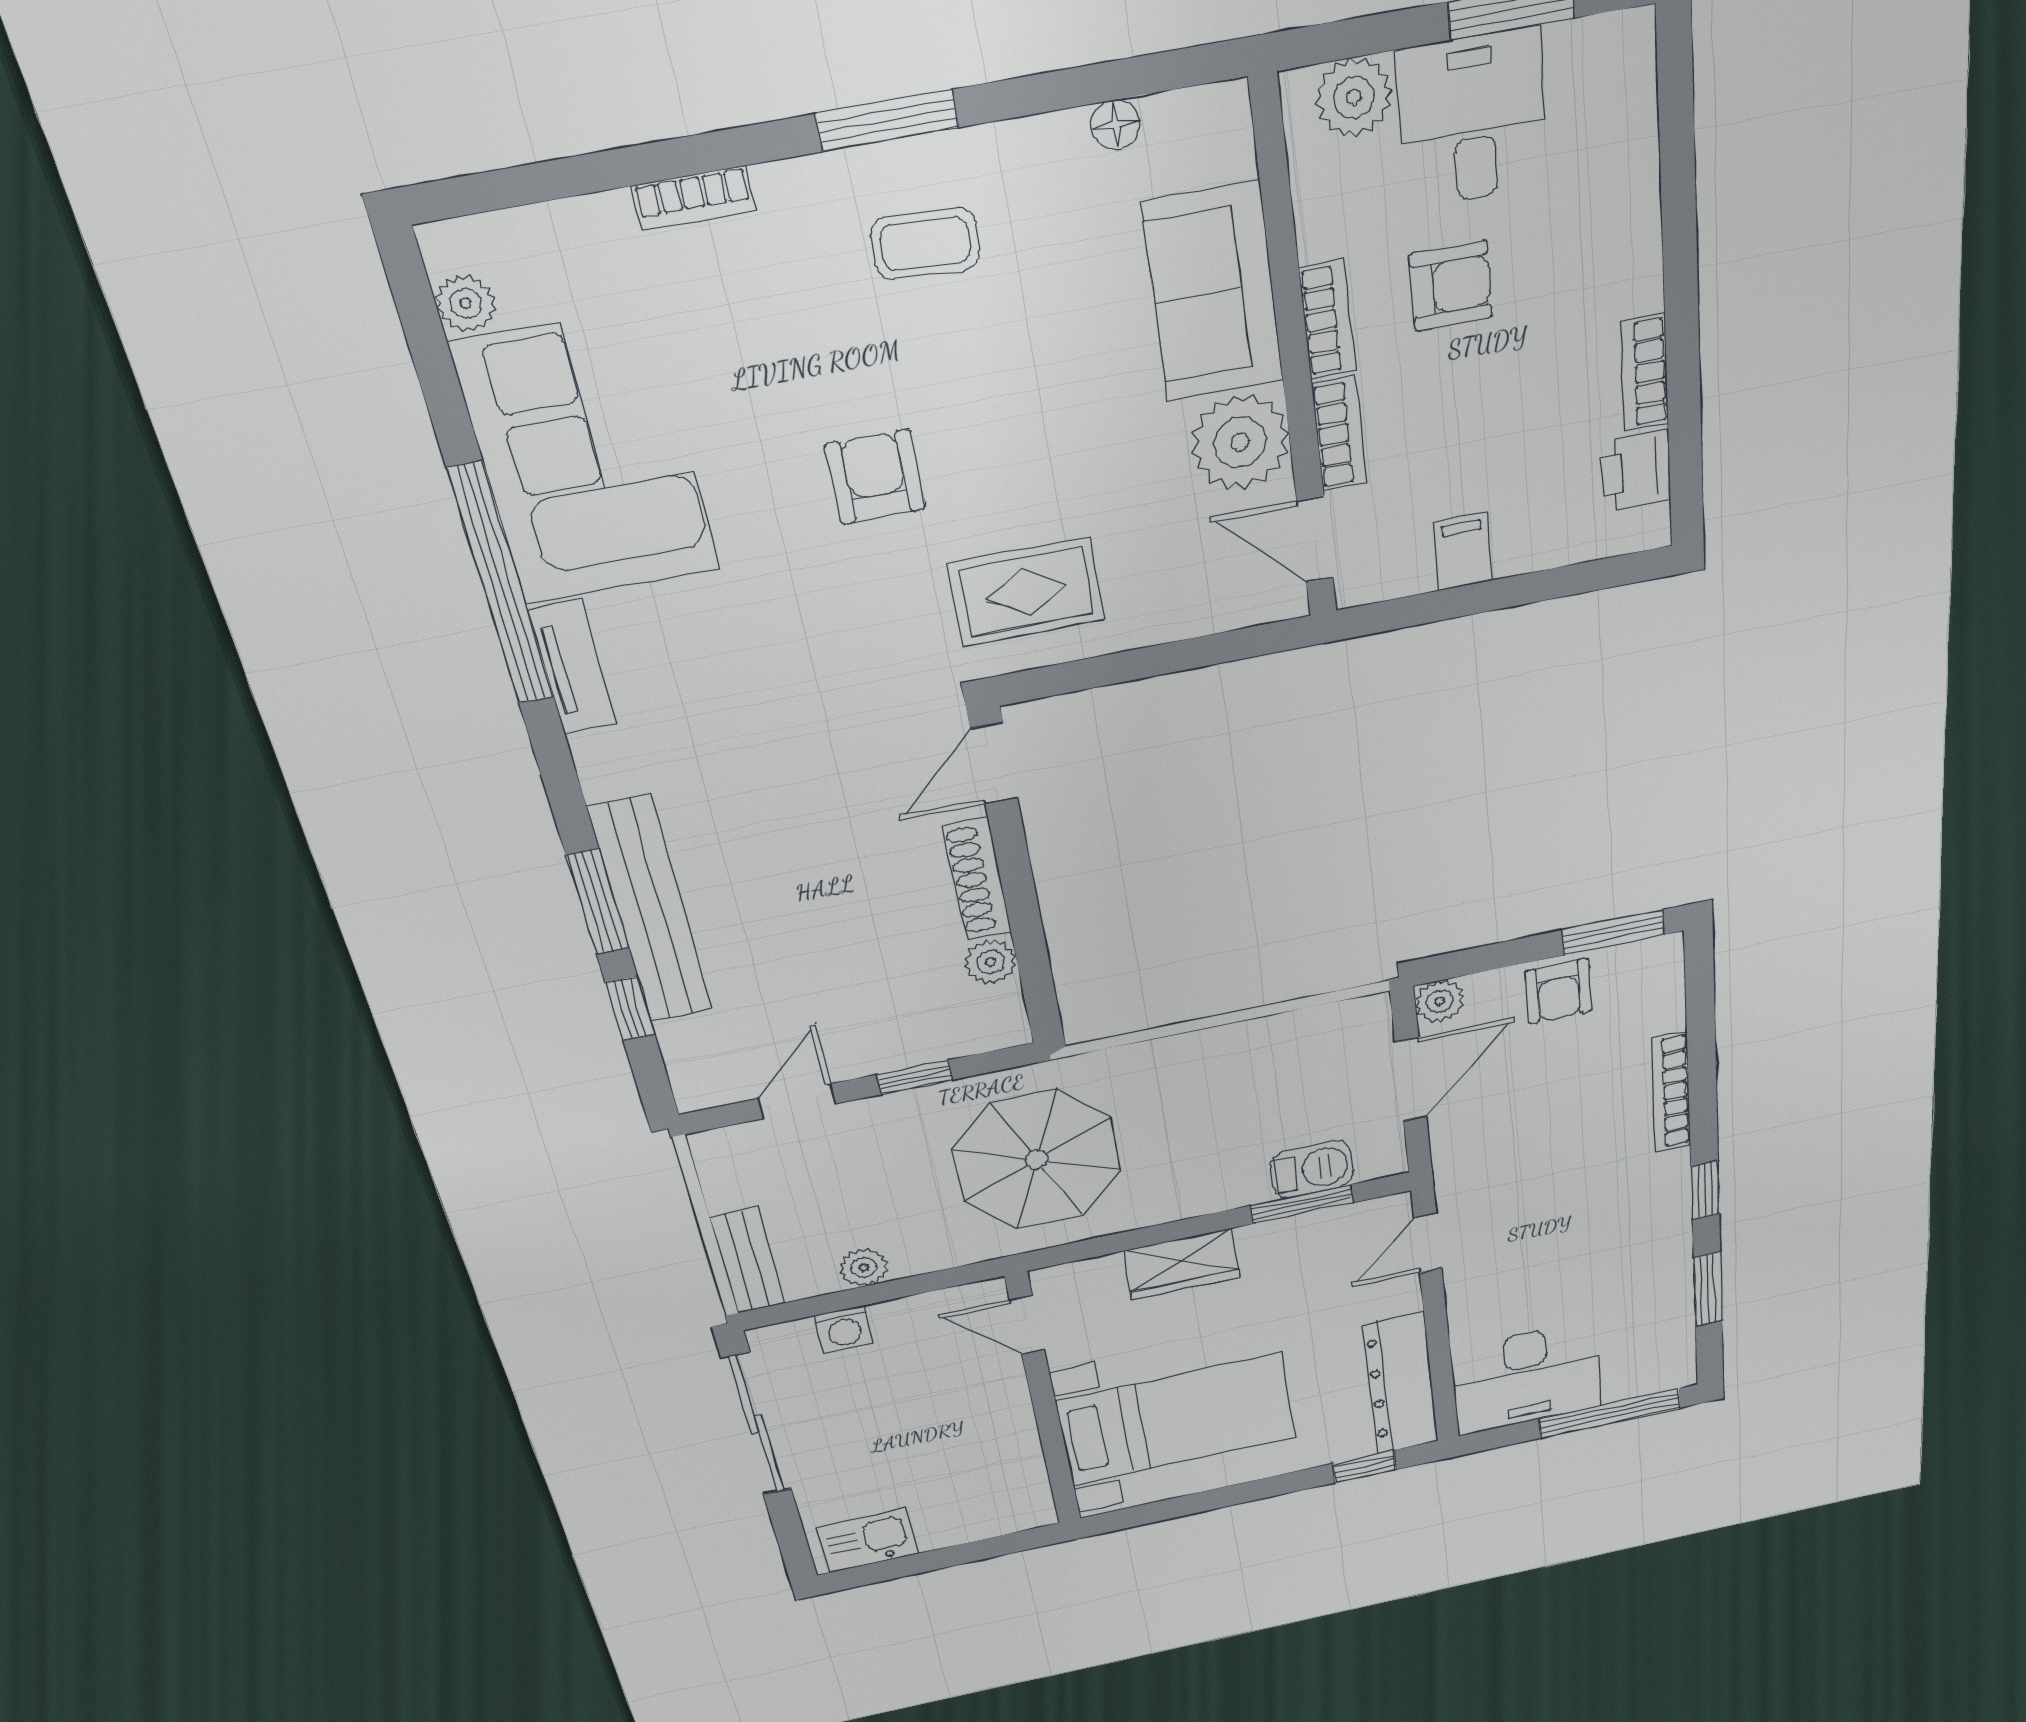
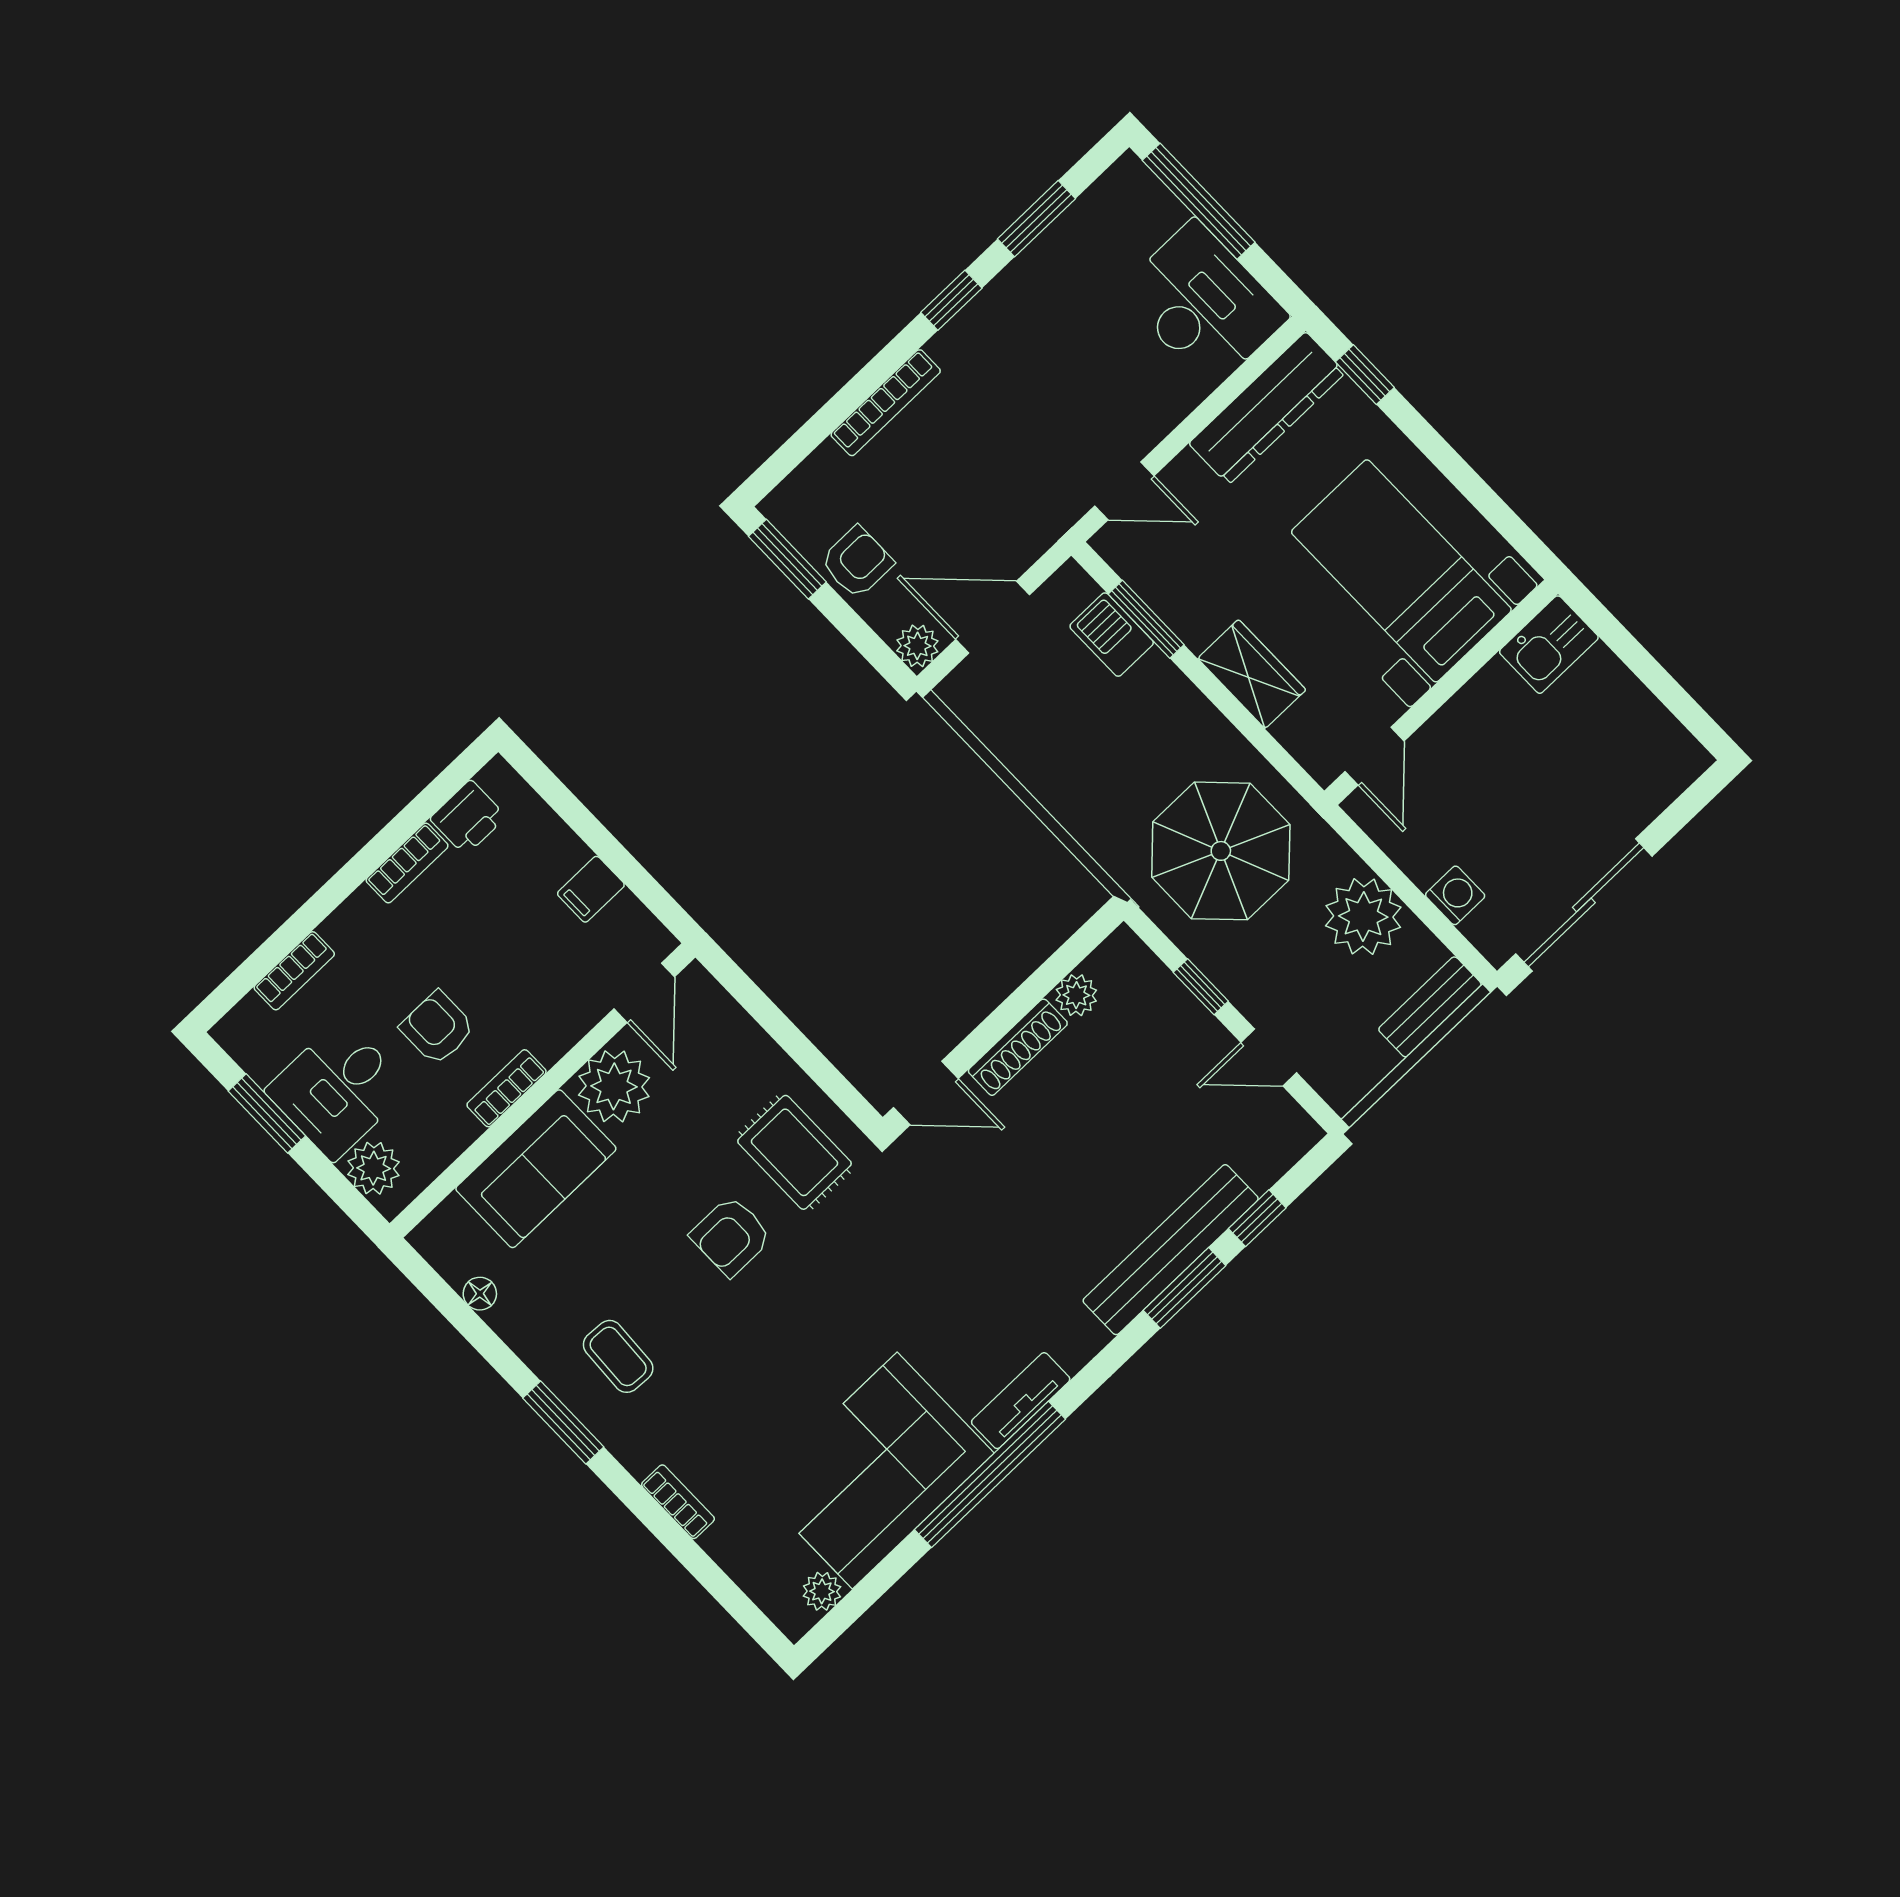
bookcase: (1339, 434) -> (294, 971), moved, turned 180
armchair: (875, 477) -> (731, 1236), moved
plant: (864, 1267) -> (1363, 917), width x1.88, depth x1.88
kitchen sink: (868, 1540) -> (1549, 645), moved, turned -90

